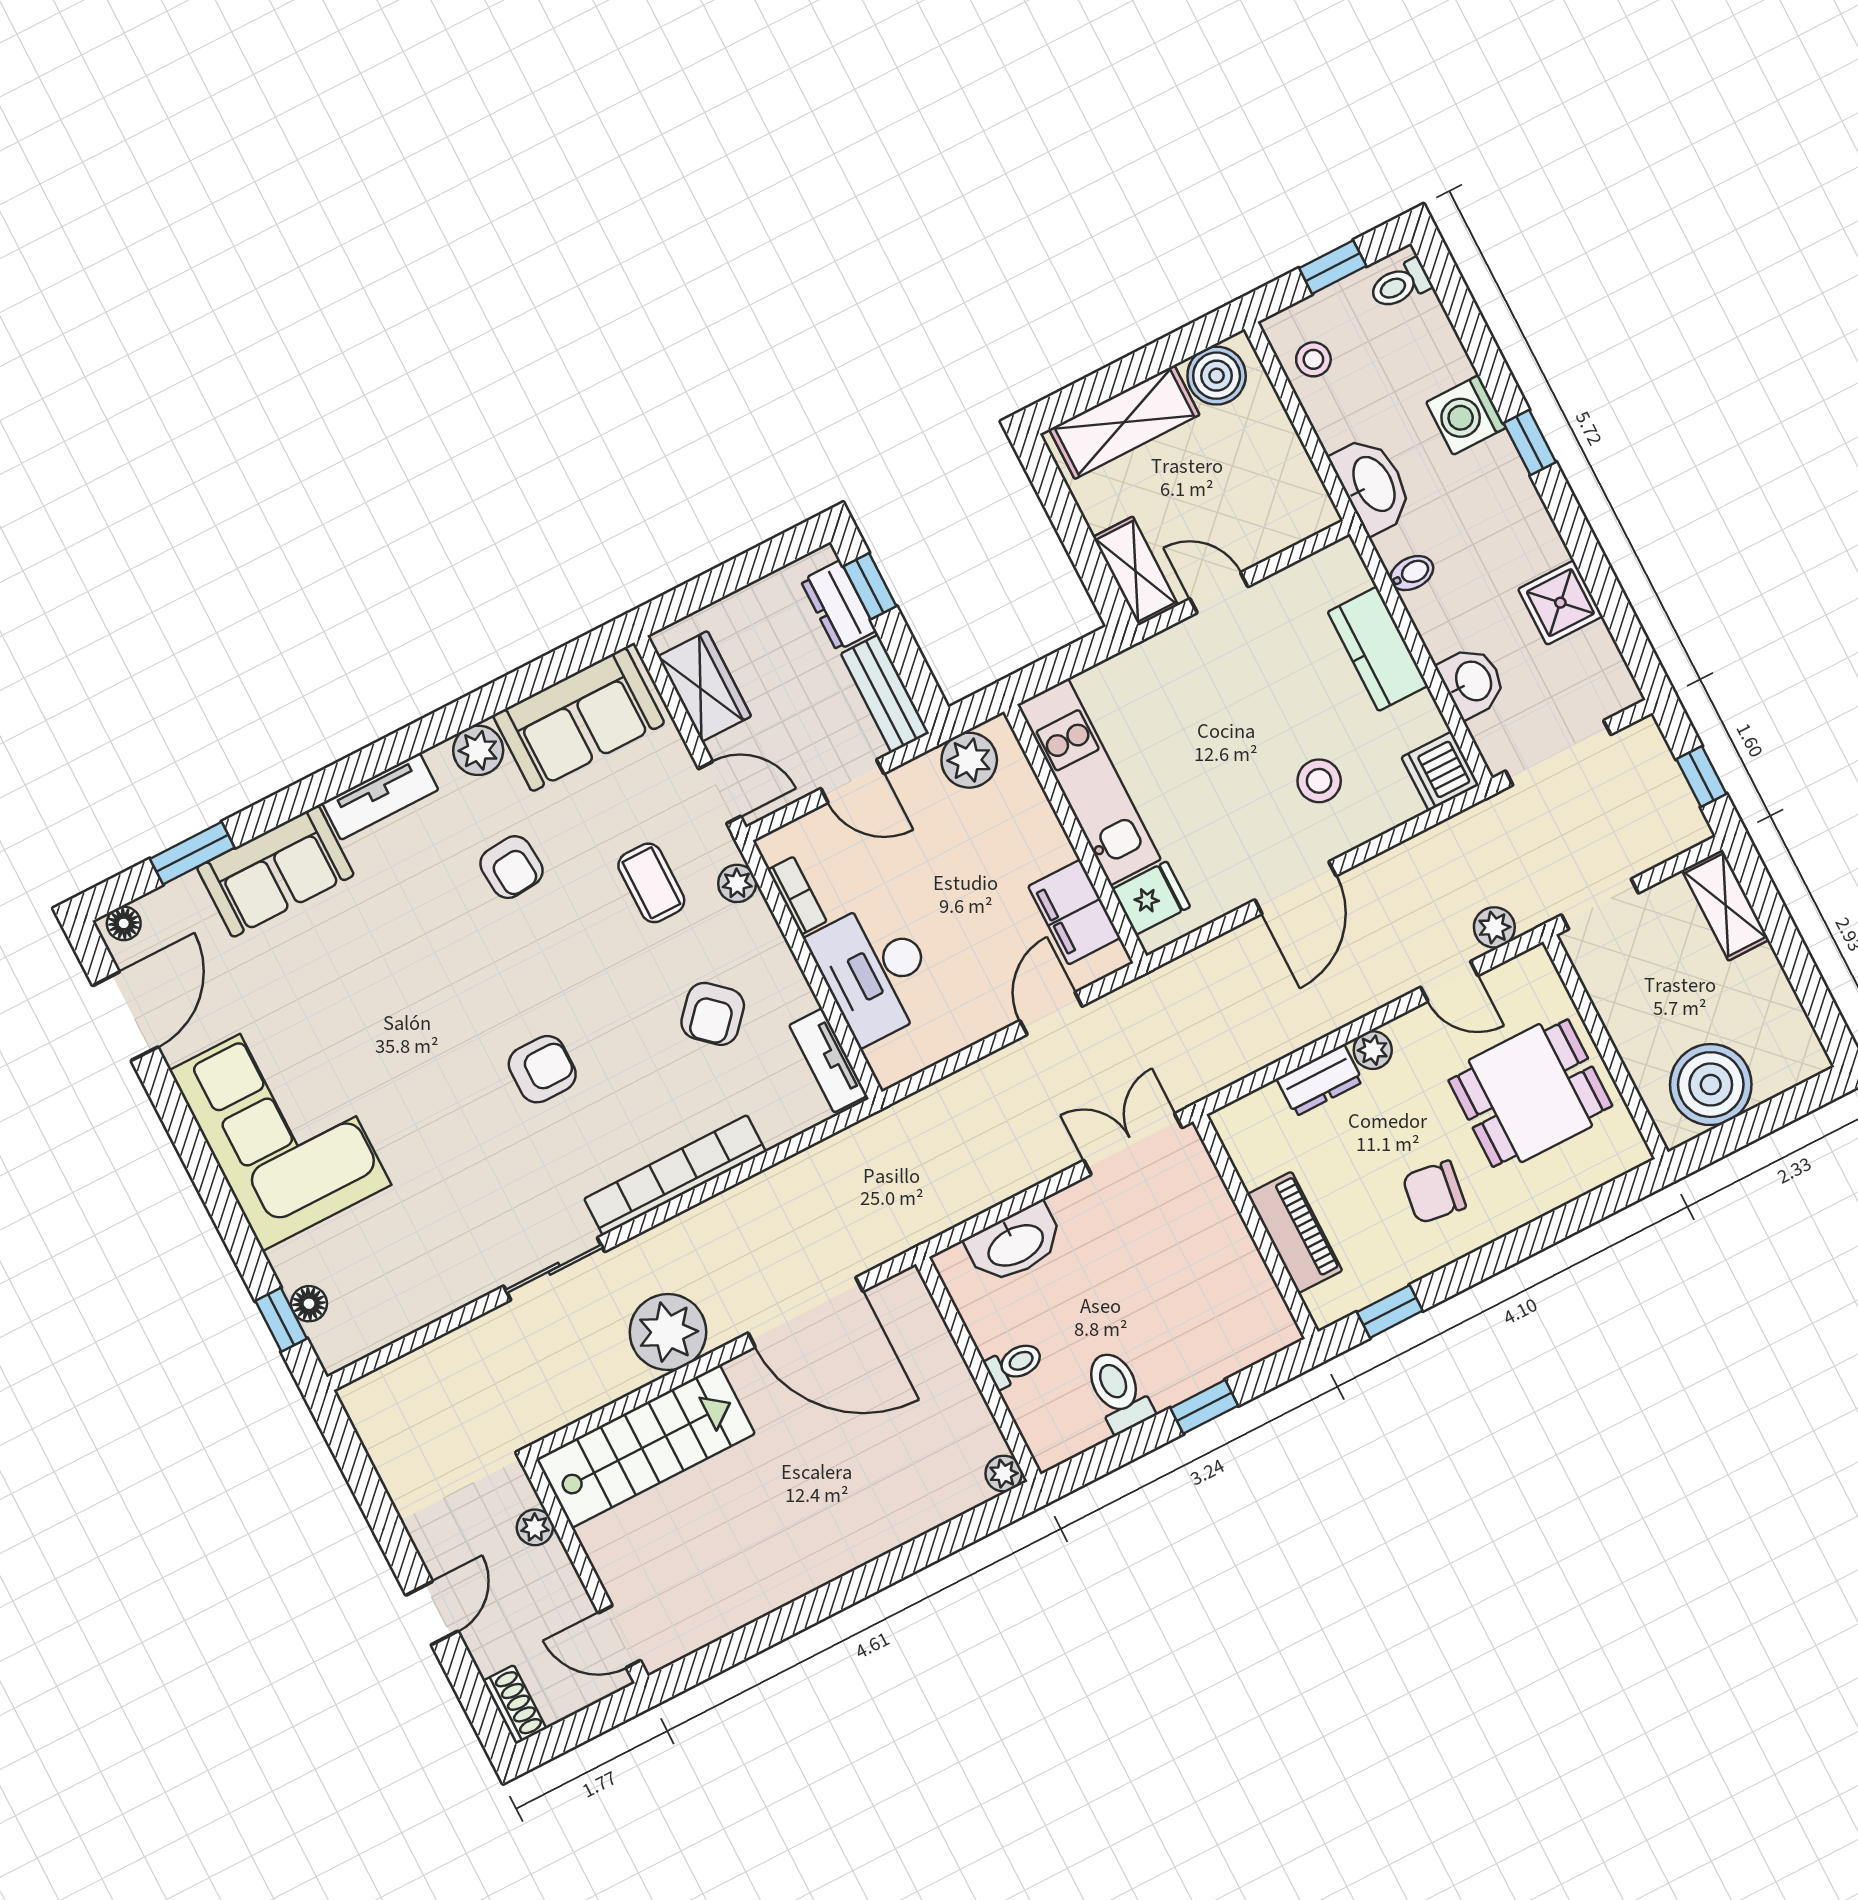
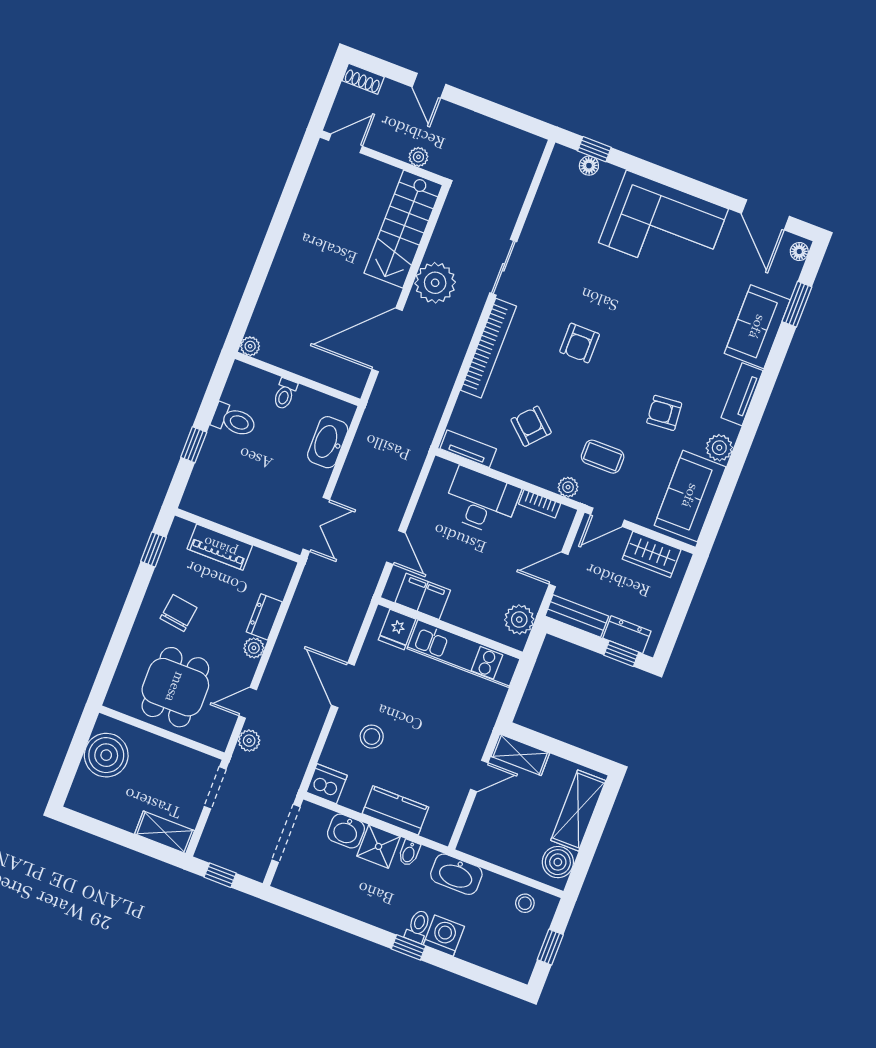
toilet: (1400, 284) -> (418, 926), moved
shower: (1560, 603) -> (379, 846), moved

